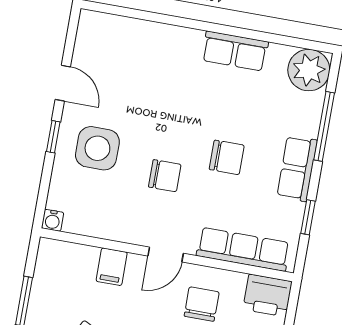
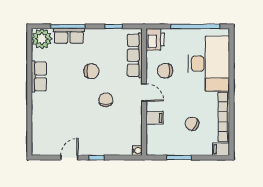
side table: (97, 148) -> (98, 135), removed
chair: (227, 157) -> (91, 71), turned 90
row of seats: (297, 168) -> (69, 36), moved

